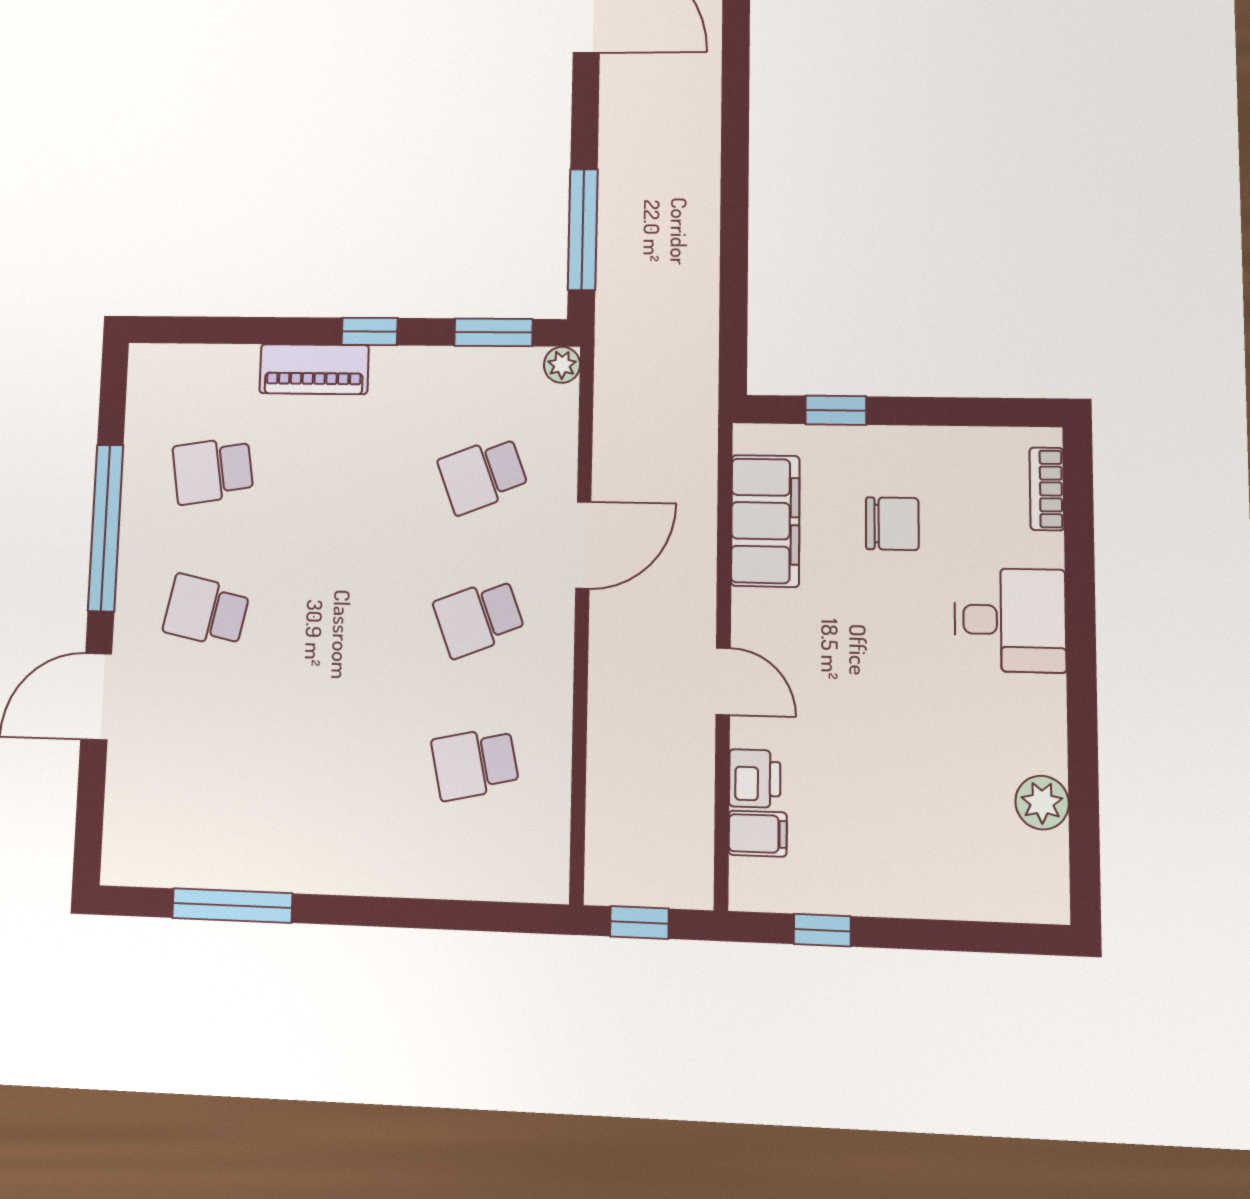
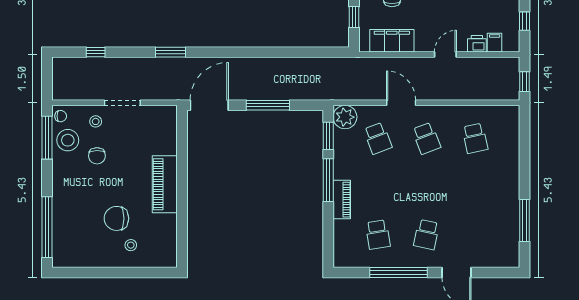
window: (583, 229) -> (268, 105), moved
window: (370, 331) -> (328, 180), width x2.17
plant: (562, 365) -> (345, 117), width x1.88, depth x1.88

